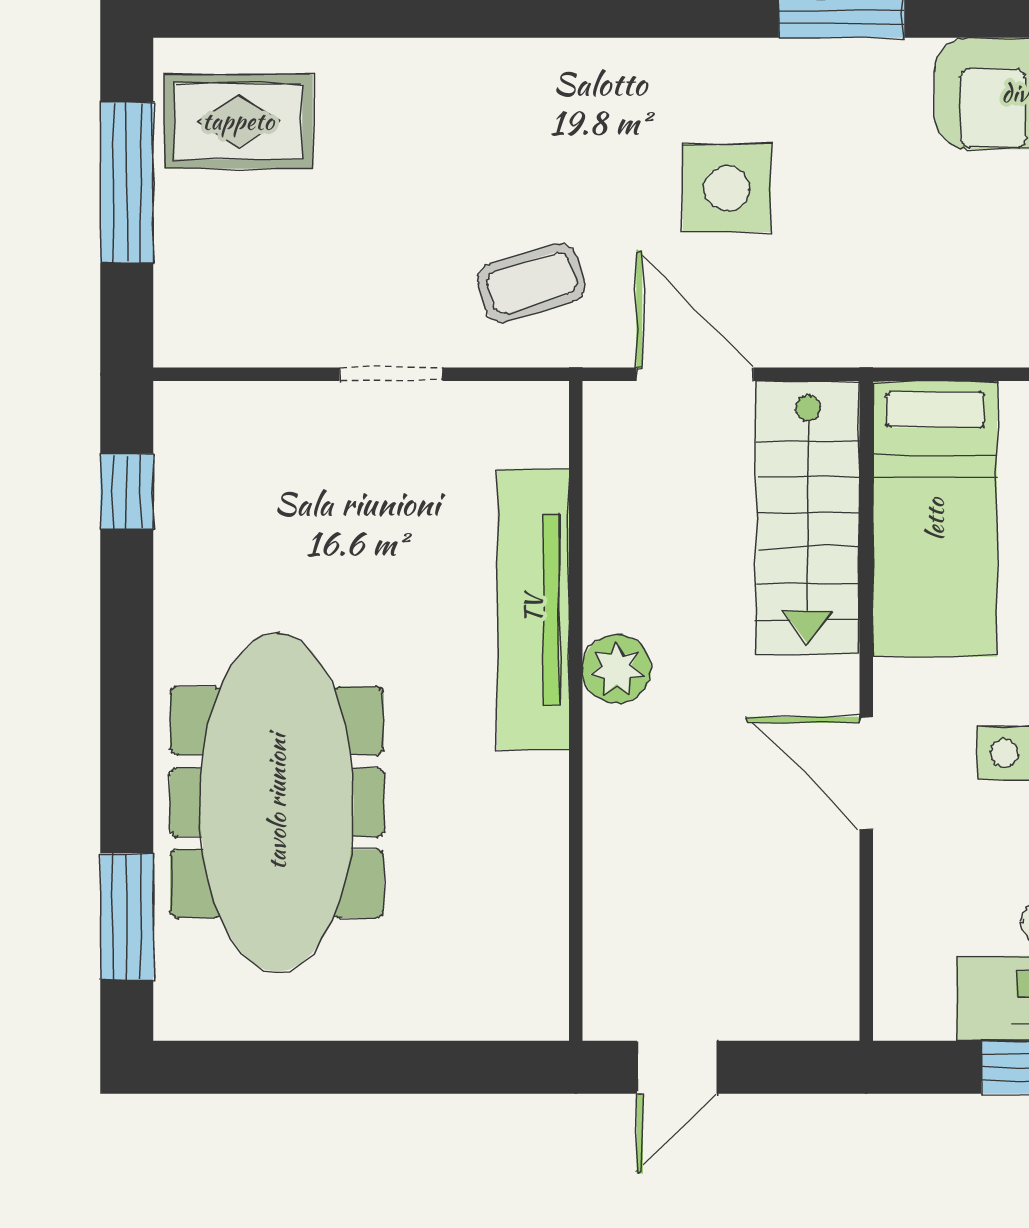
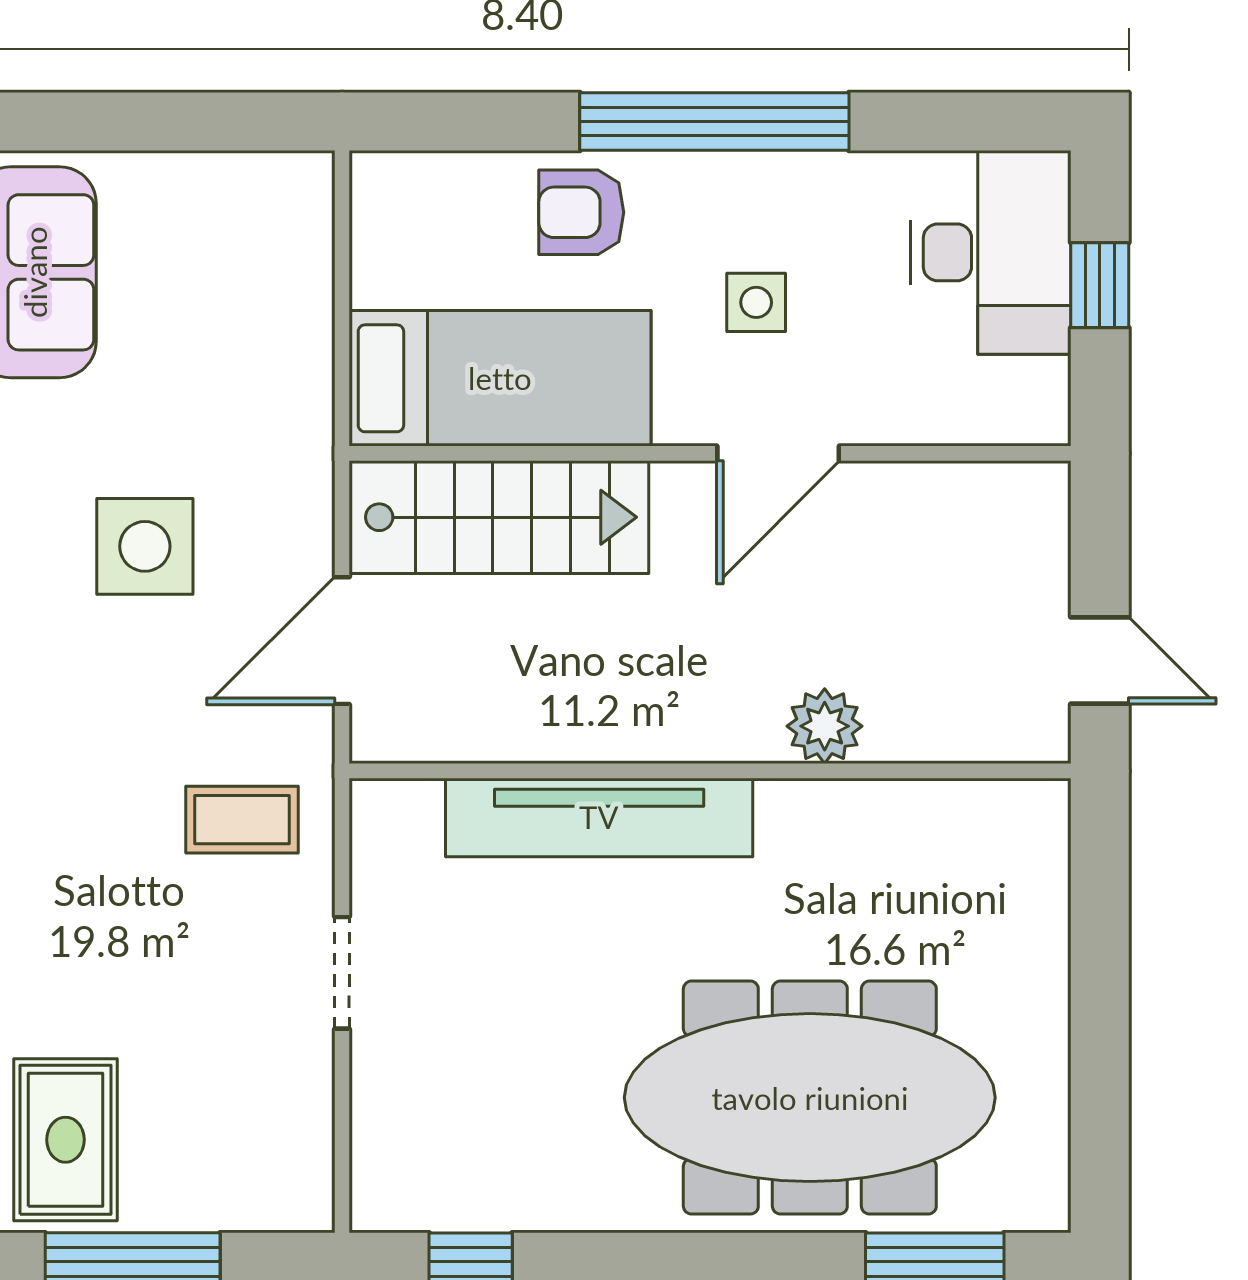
side table: (727, 188) -> (145, 546), moved
coffee table: (531, 283) -> (242, 820), turned -73
plant: (617, 669) -> (825, 726), moved

